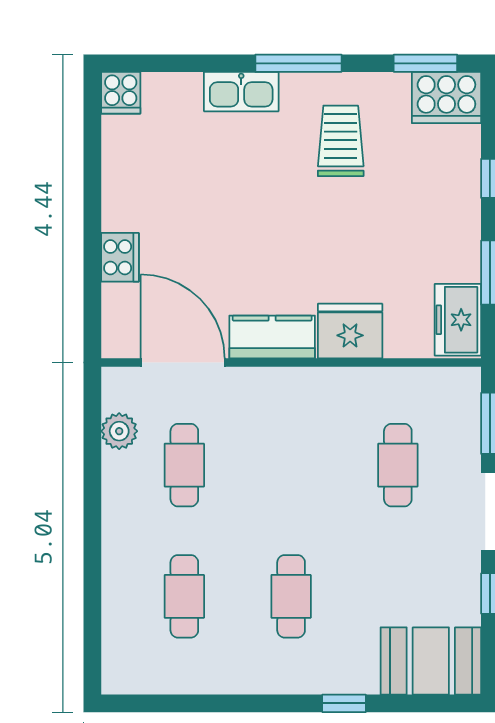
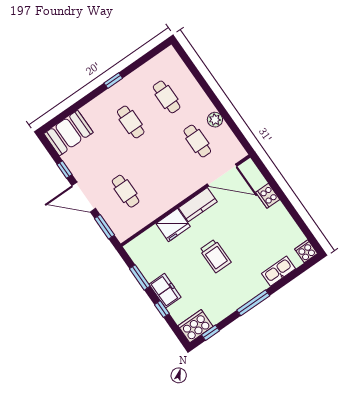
window: (425, 63) -> (211, 333), width x0.67
kitchen sink: (241, 92) -> (279, 271), moved
trolley: (341, 141) -> (215, 256), moved
freezer: (458, 320) -> (165, 291), moved
plant: (119, 431) -> (215, 120), moved
window: (344, 703) -> (113, 81), moved

